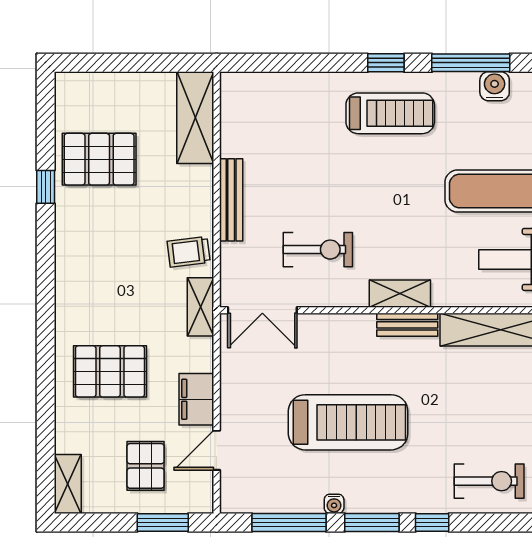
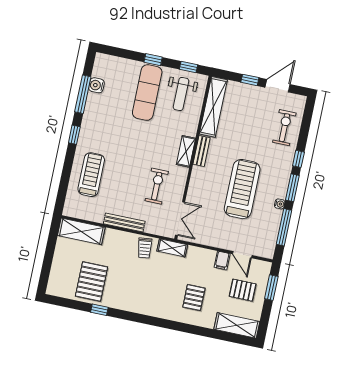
treadmill: (390, 113) -> (91, 175), moved
pallet: (110, 371) -> (194, 298), width x0.67, depth x0.71
filing cabinet: (196, 399) -> (222, 260), width x0.50
shelving: (68, 484) -> (237, 325), width x1.50, depth x1.33

